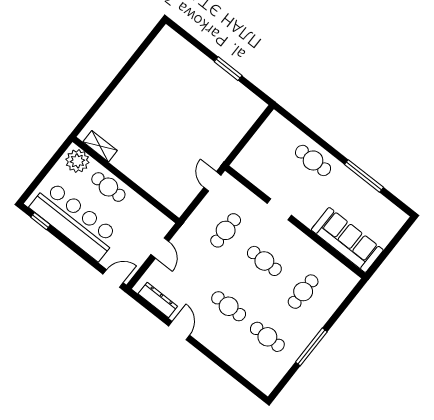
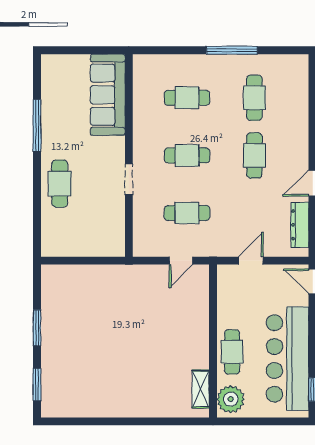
window: (190, 39) -> (37, 385), added
door: (212, 181) -> (181, 261), moved
cafe table: (264, 261) -> (187, 155), turned 90

